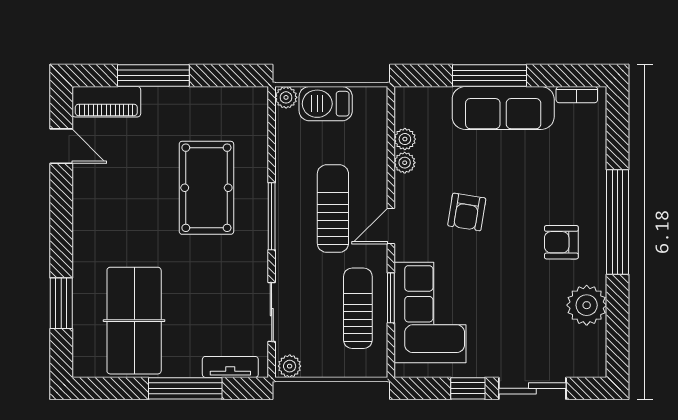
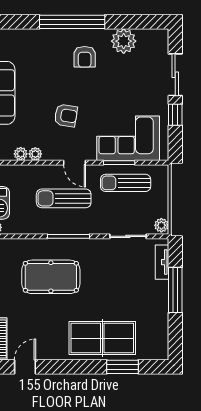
table tennis table: (134, 321) -> (102, 338), moved

